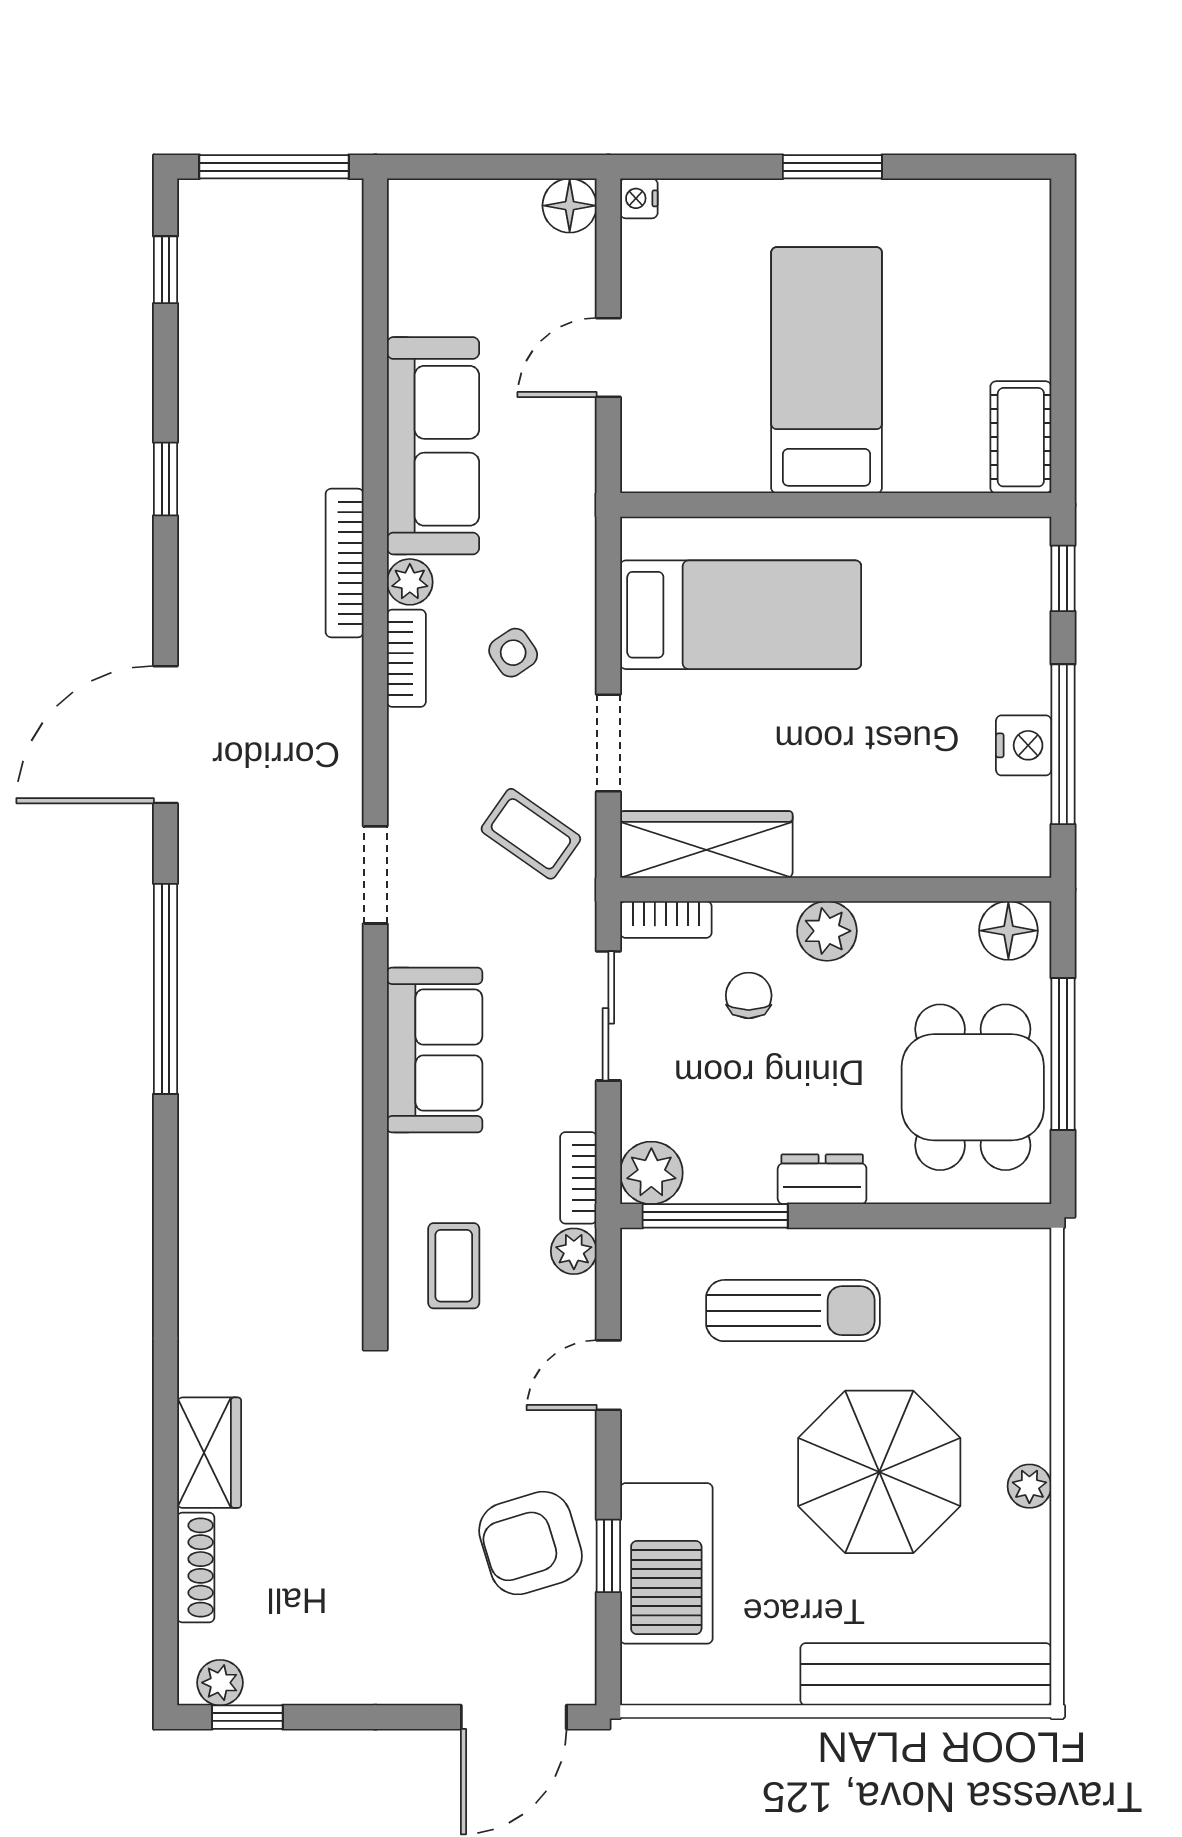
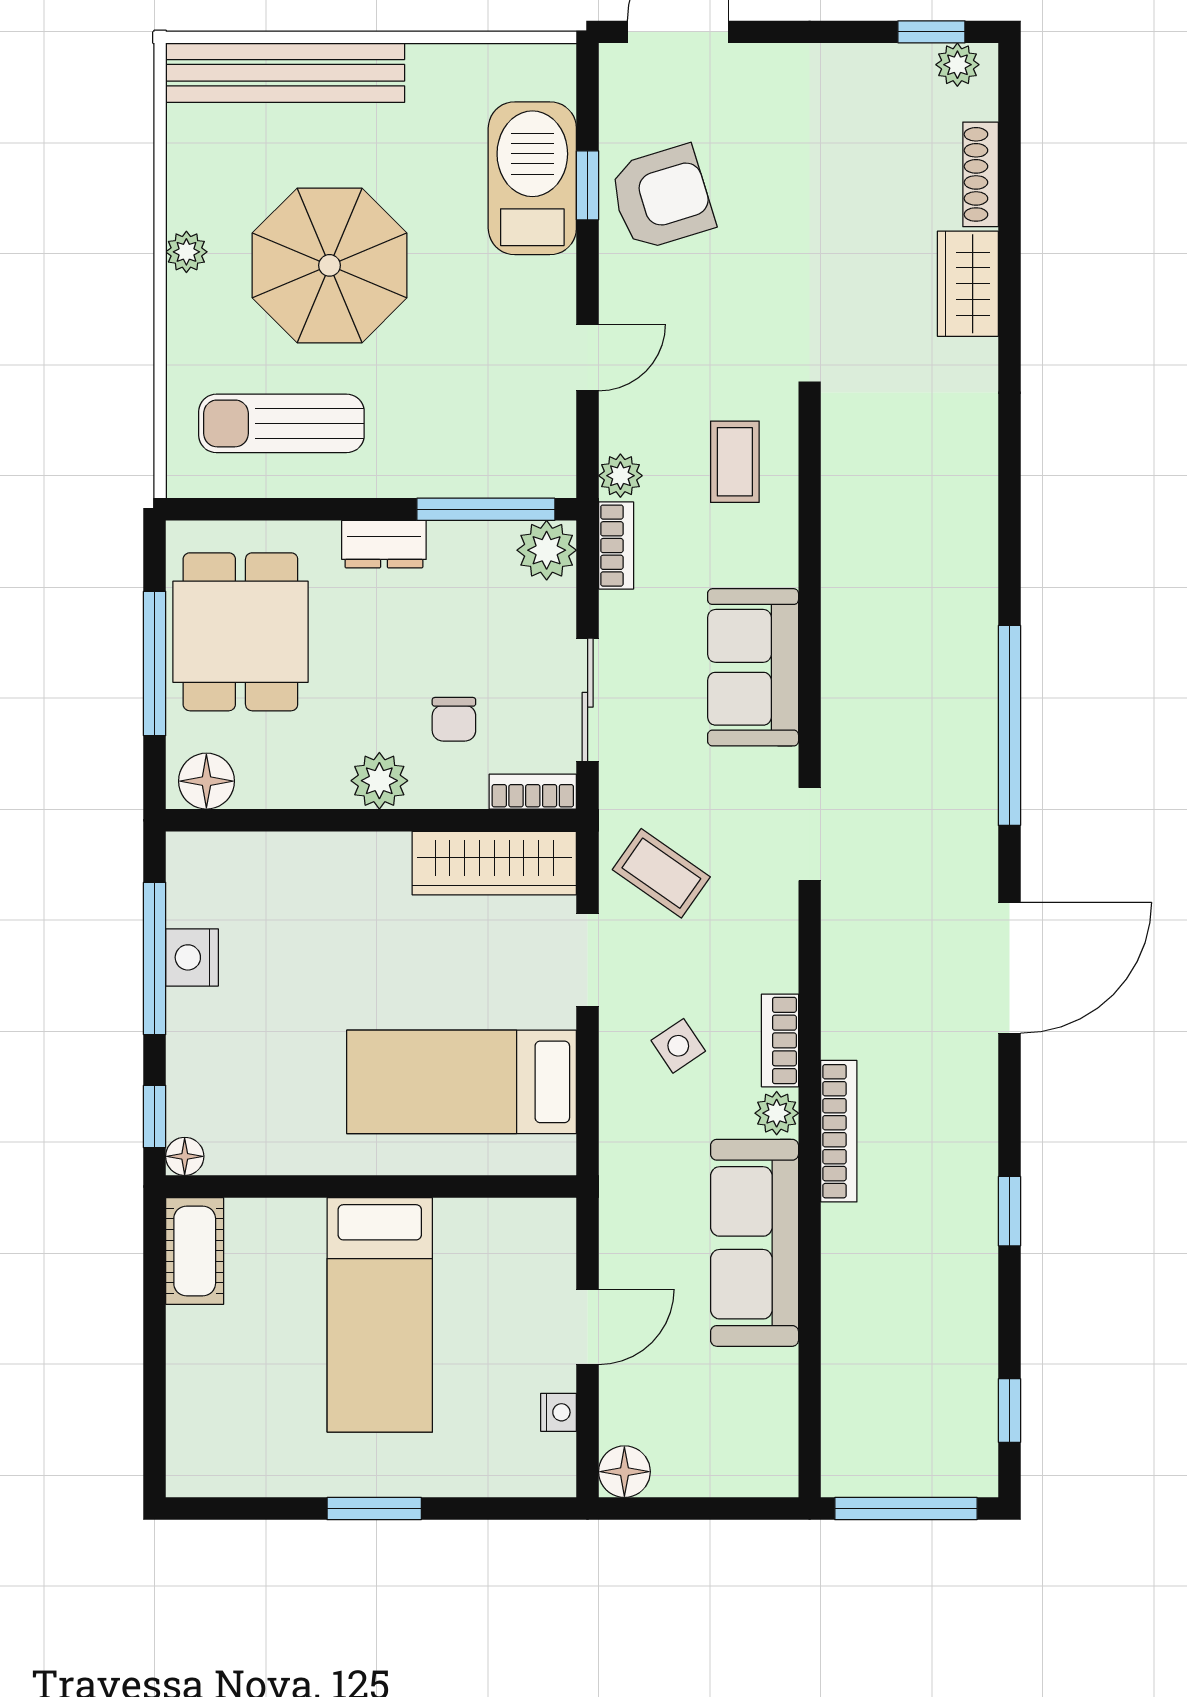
nightstand: (639, 198) -> (559, 1412), moved
floor lamp: (1031, 537) -> (185, 1156), added
sun lounger: (793, 1311) -> (281, 423), moved

